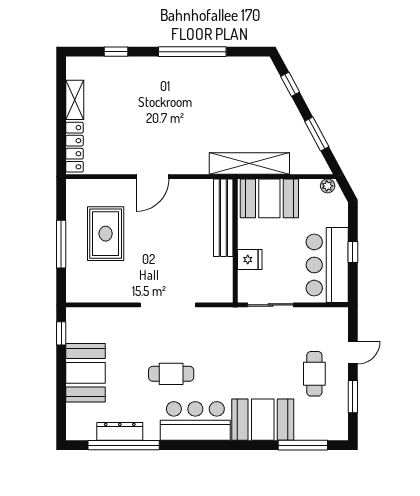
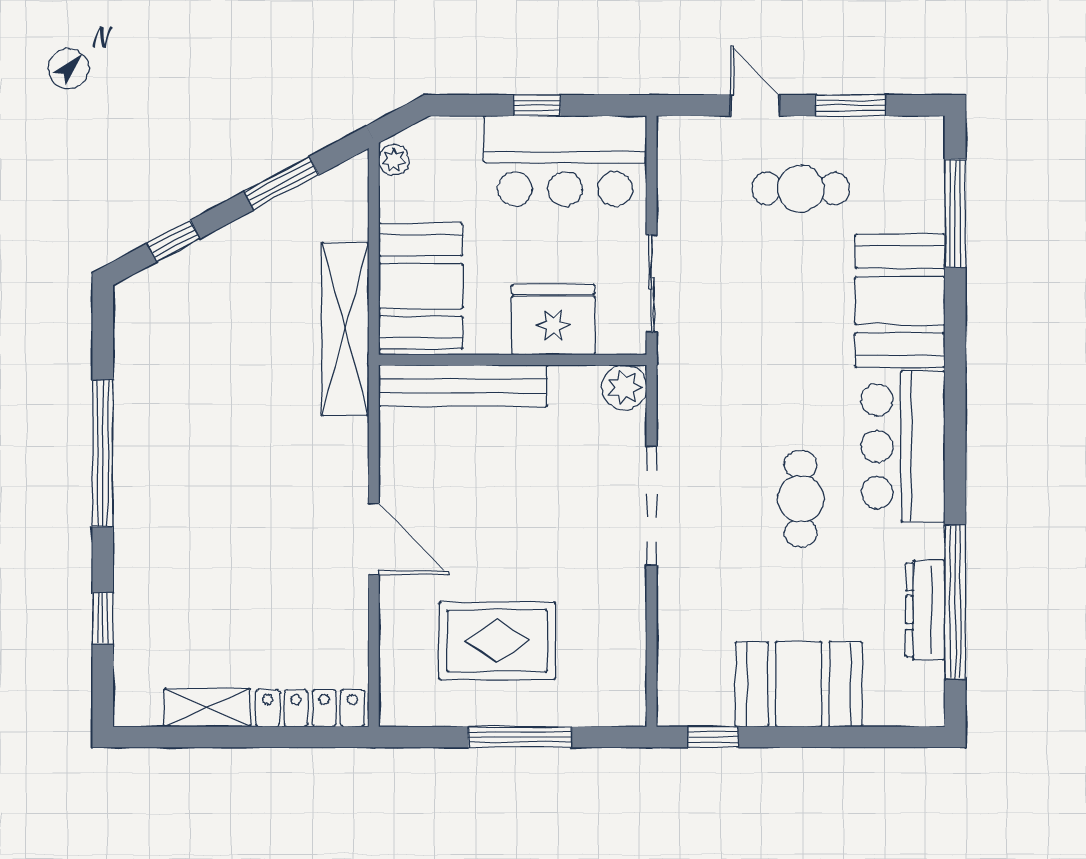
fridge: (250, 260) -> (553, 320), width x1.88, depth x1.34
plant: (223, 292) -> (624, 387), added

